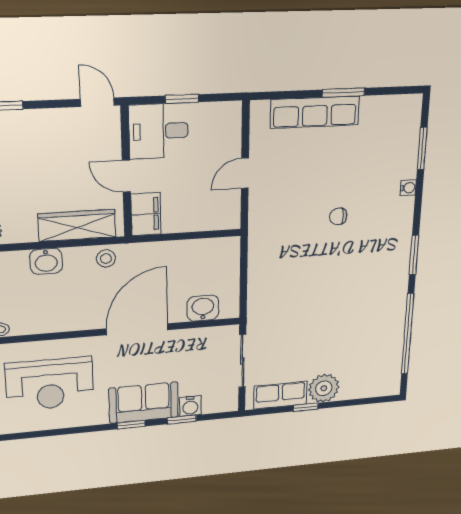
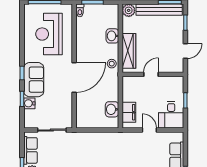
door: (97, 102) -> (185, 51), moved
desk: (159, 131) -> (171, 115), moved, turned 180
filing cabinet: (146, 214) -> (129, 112), moved, turned -90
washbasin: (203, 308) -> (112, 109), moved, turned 180
door: (137, 329) -> (74, 77), hinge flipped

